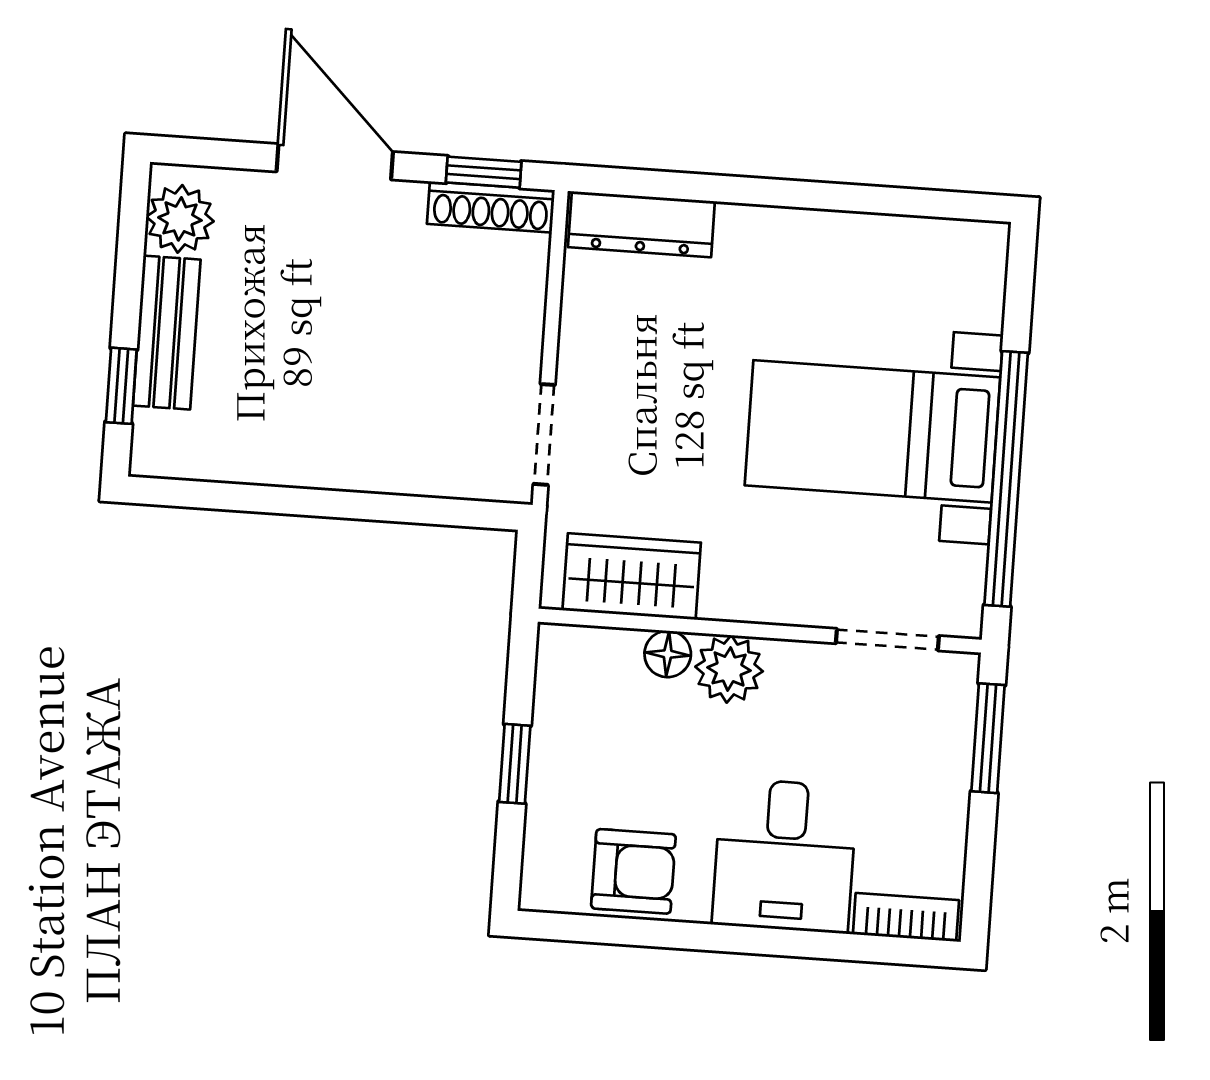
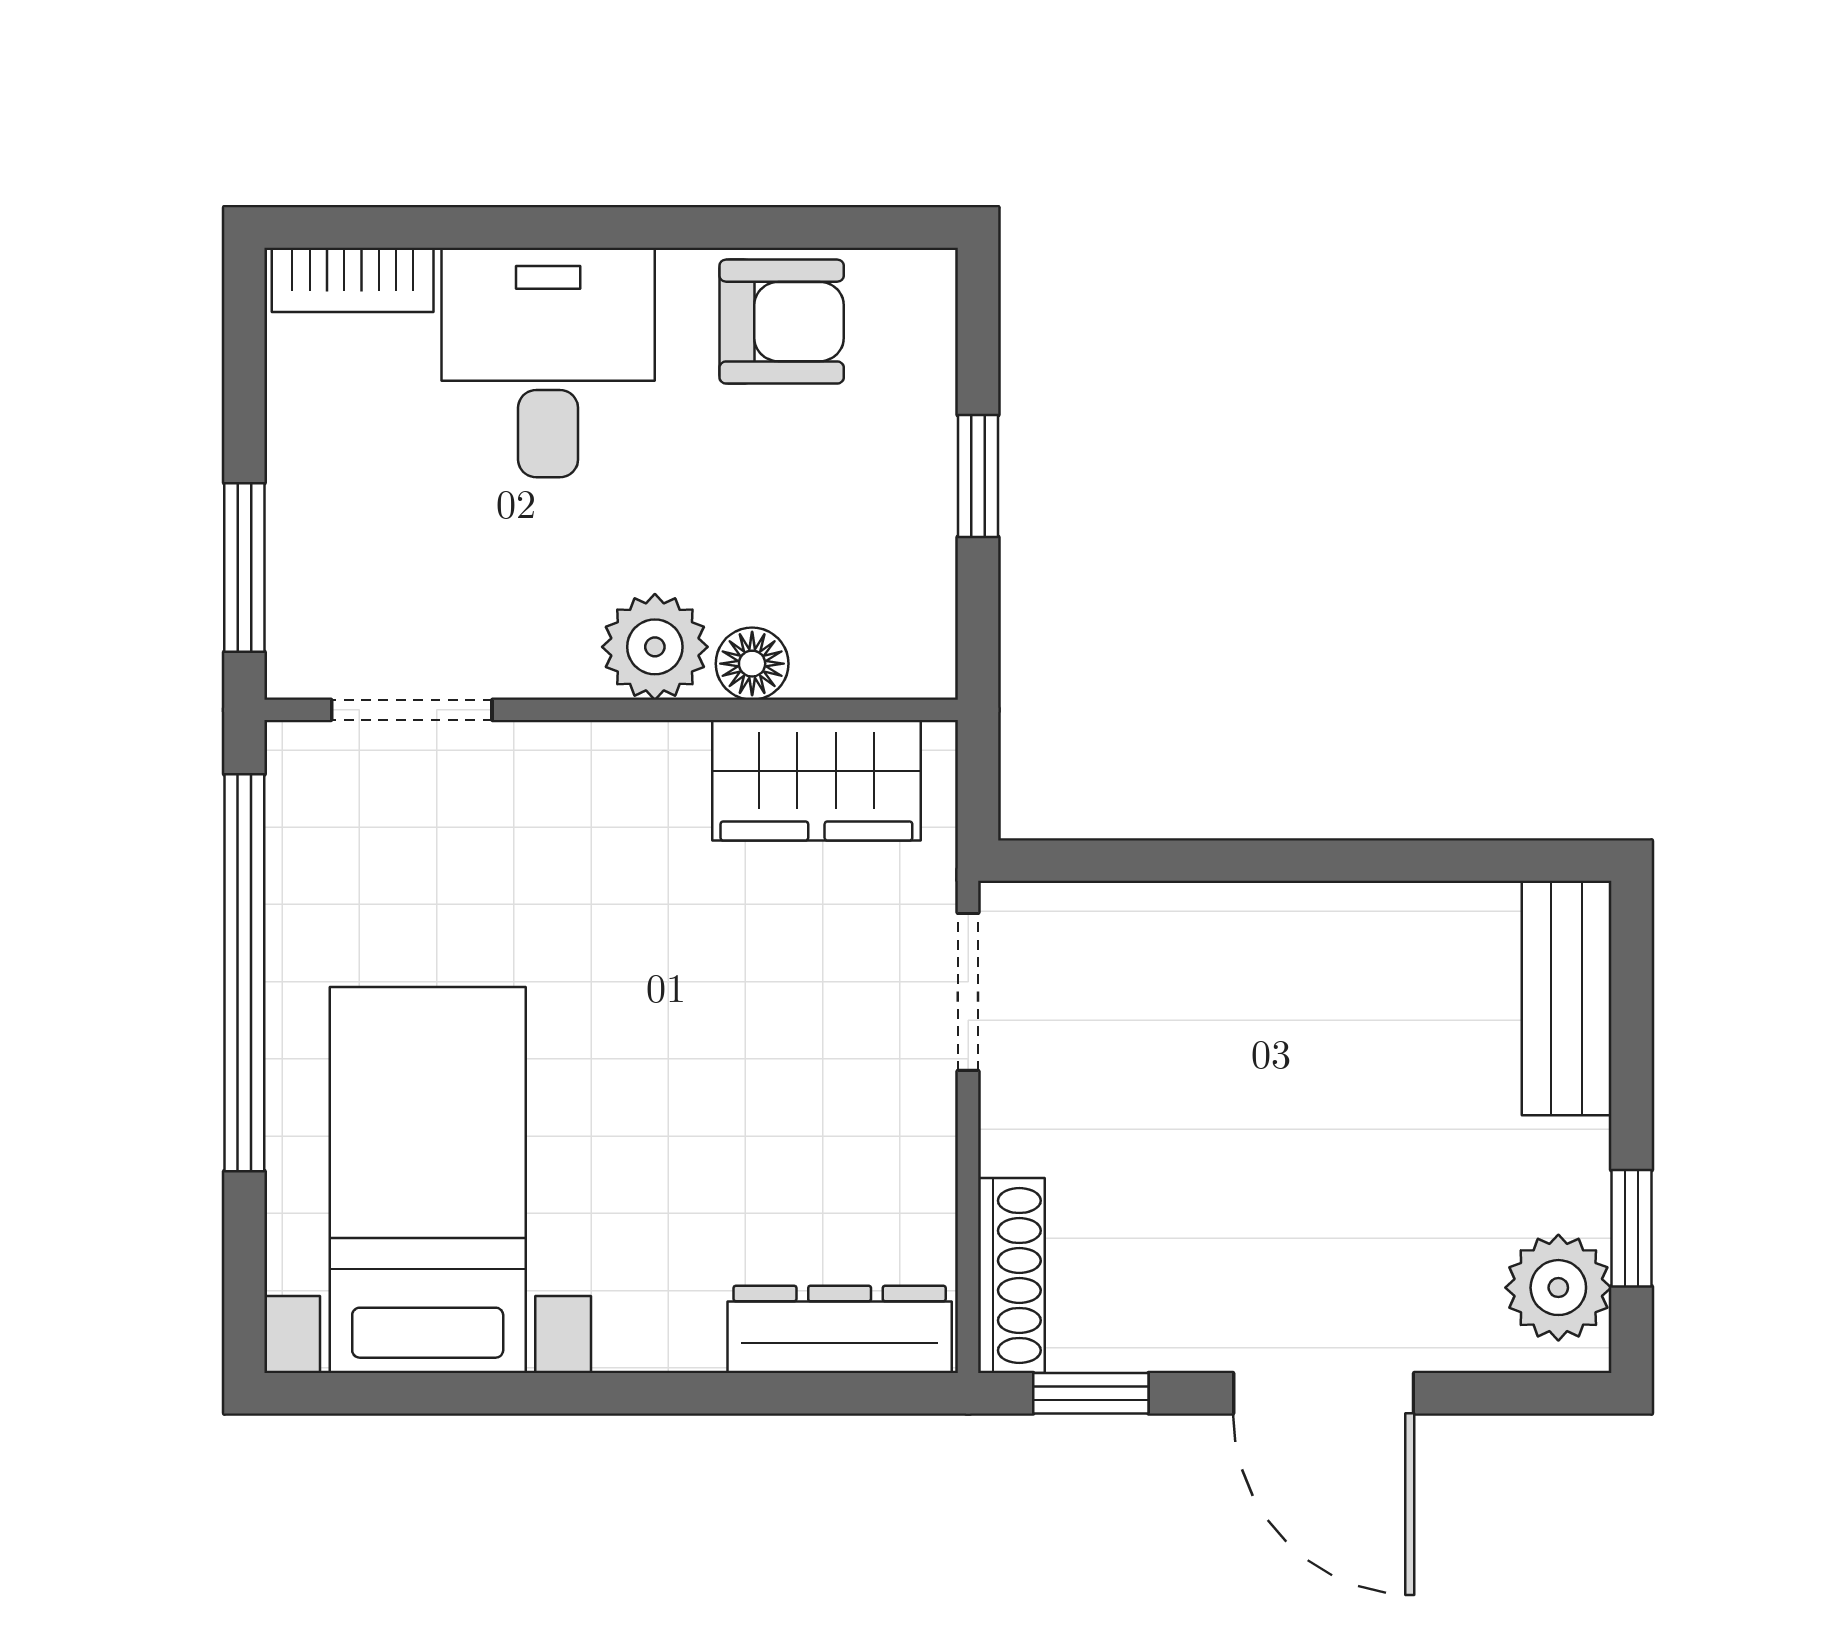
shoe rack: (491, 207) -> (1011, 1276), moved, turned 90
bench: (167, 333) -> (1567, 998), moved
window: (121, 386) -> (1631, 1228), moved
bed with nightstands: (872, 431) -> (428, 1180), moved, turned -90
armchair: (633, 871) -> (782, 322), turned 180

